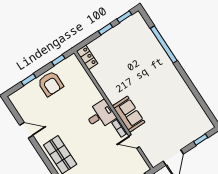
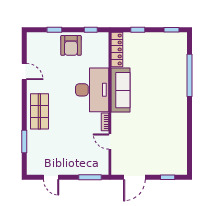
window: (105, 29) -> (138, 30), moved
locker: (87, 57) -> (117, 49), width x1.53
sofa: (129, 114) -> (120, 90), moved, width x1.36
desk: (100, 115) -> (92, 90), width x1.87, depth x1.30

